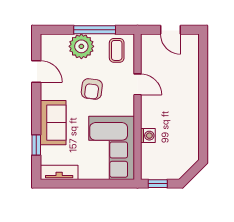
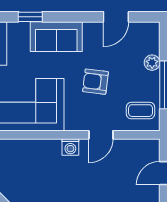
plant: (81, 46) -> (152, 63), width x0.53, depth x0.53
washing machine: (148, 136) -> (70, 147), moved

